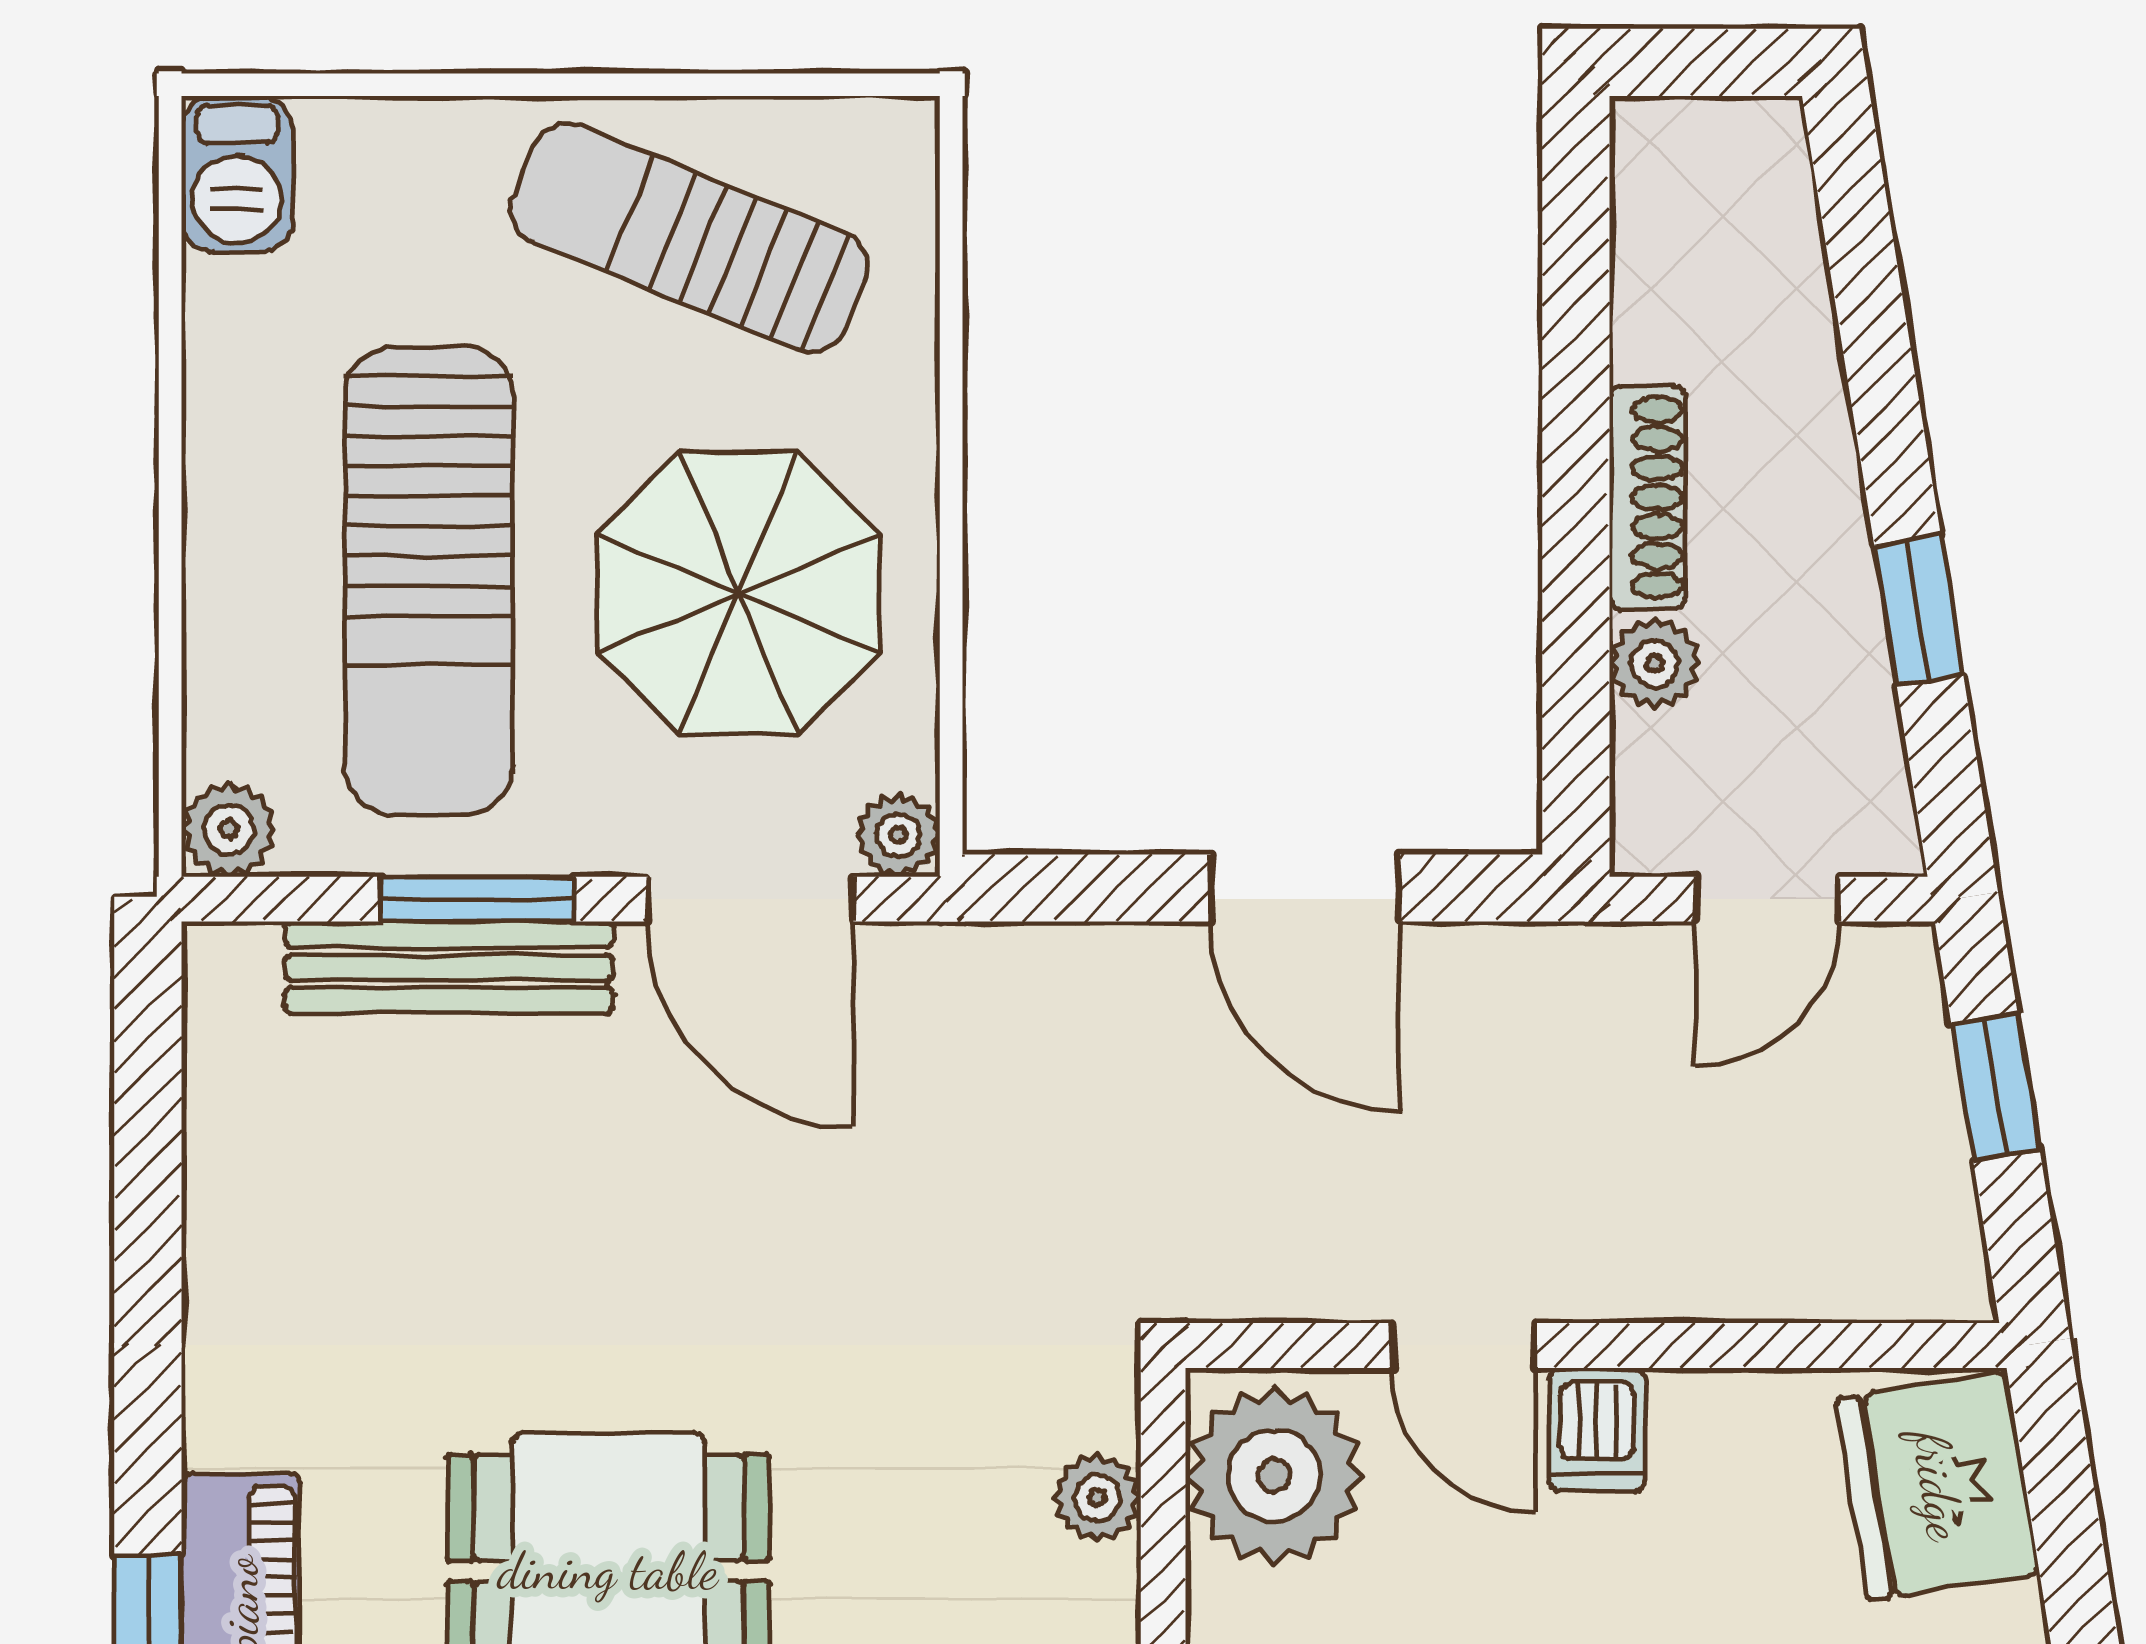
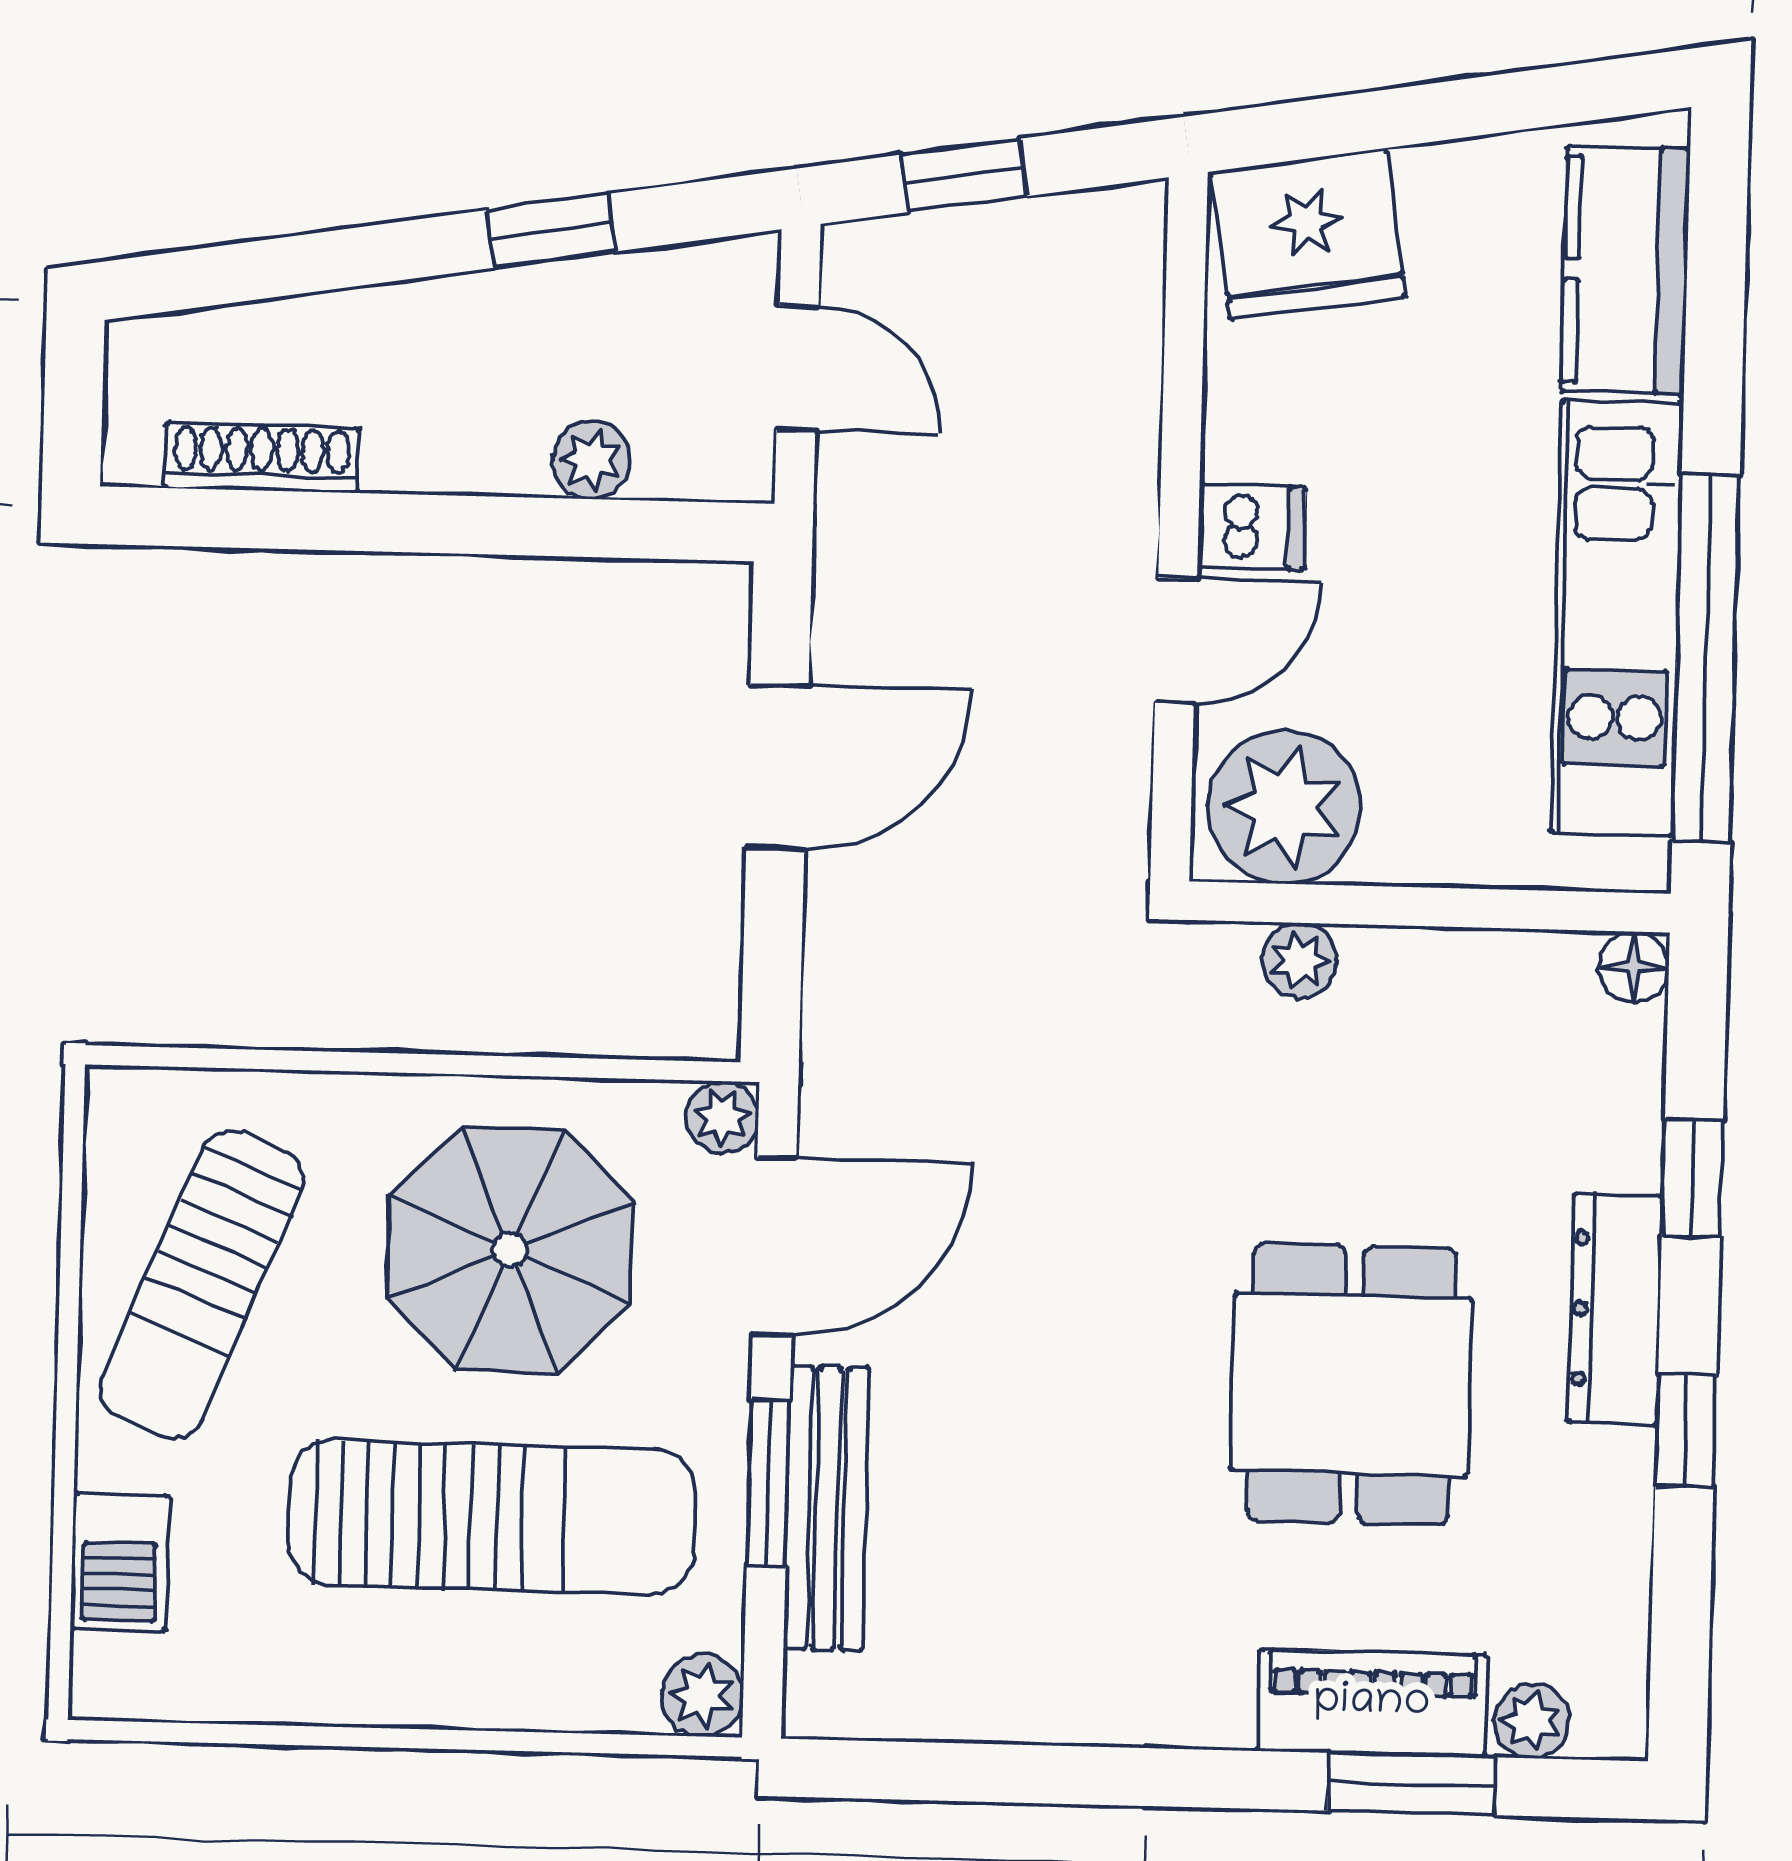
barbecue: (237, 174) -> (120, 1562), moved, turned 90
shoe rack: (1647, 497) -> (262, 458), moved

